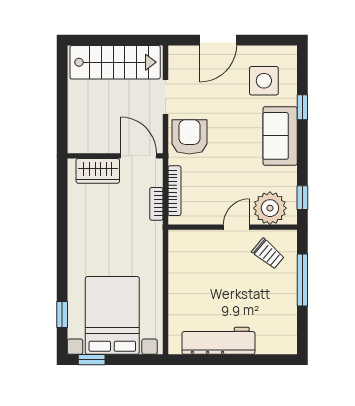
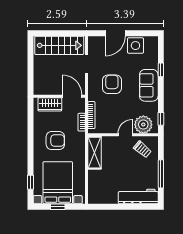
side table: (264, 81) -> (135, 46), moved
armchair: (189, 137) -> (112, 84), moved
armchair: (108, 238) -> (55, 141), added
shelving: (180, 260) -> (95, 153), added
window: (302, 280) -> (161, 174), moved
workbench: (218, 341) -> (138, 197), moved
window: (92, 360) -> (58, 207), moved

